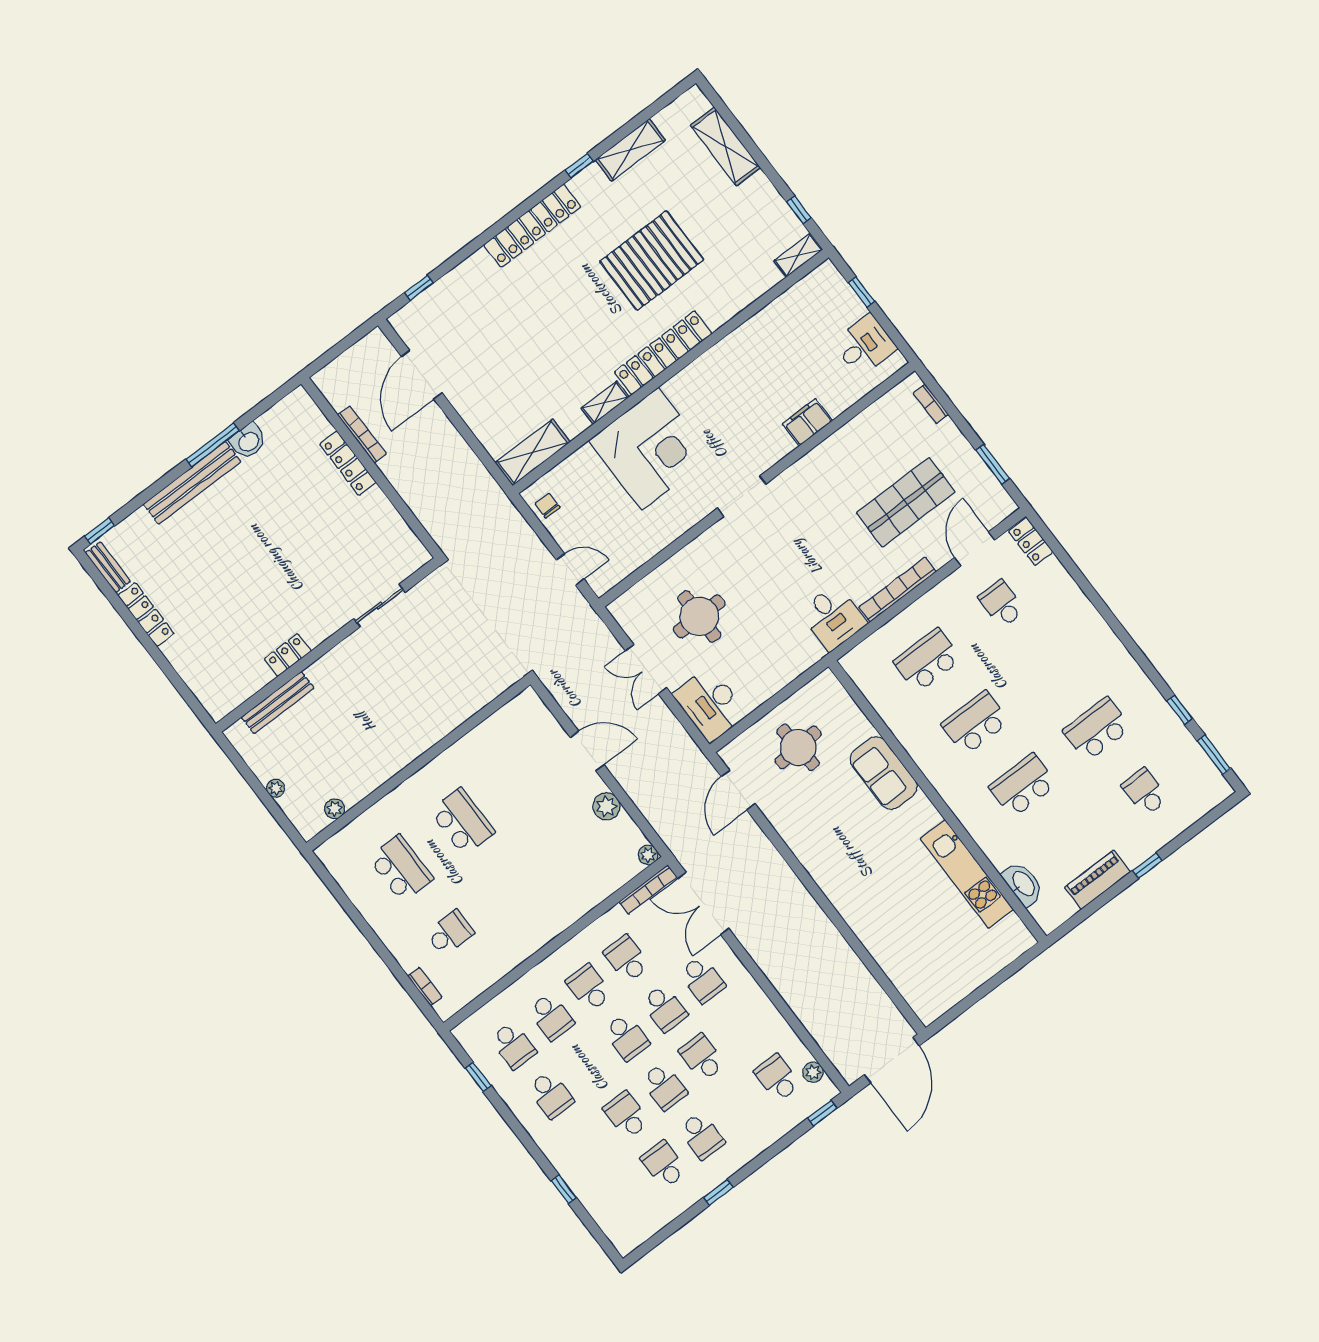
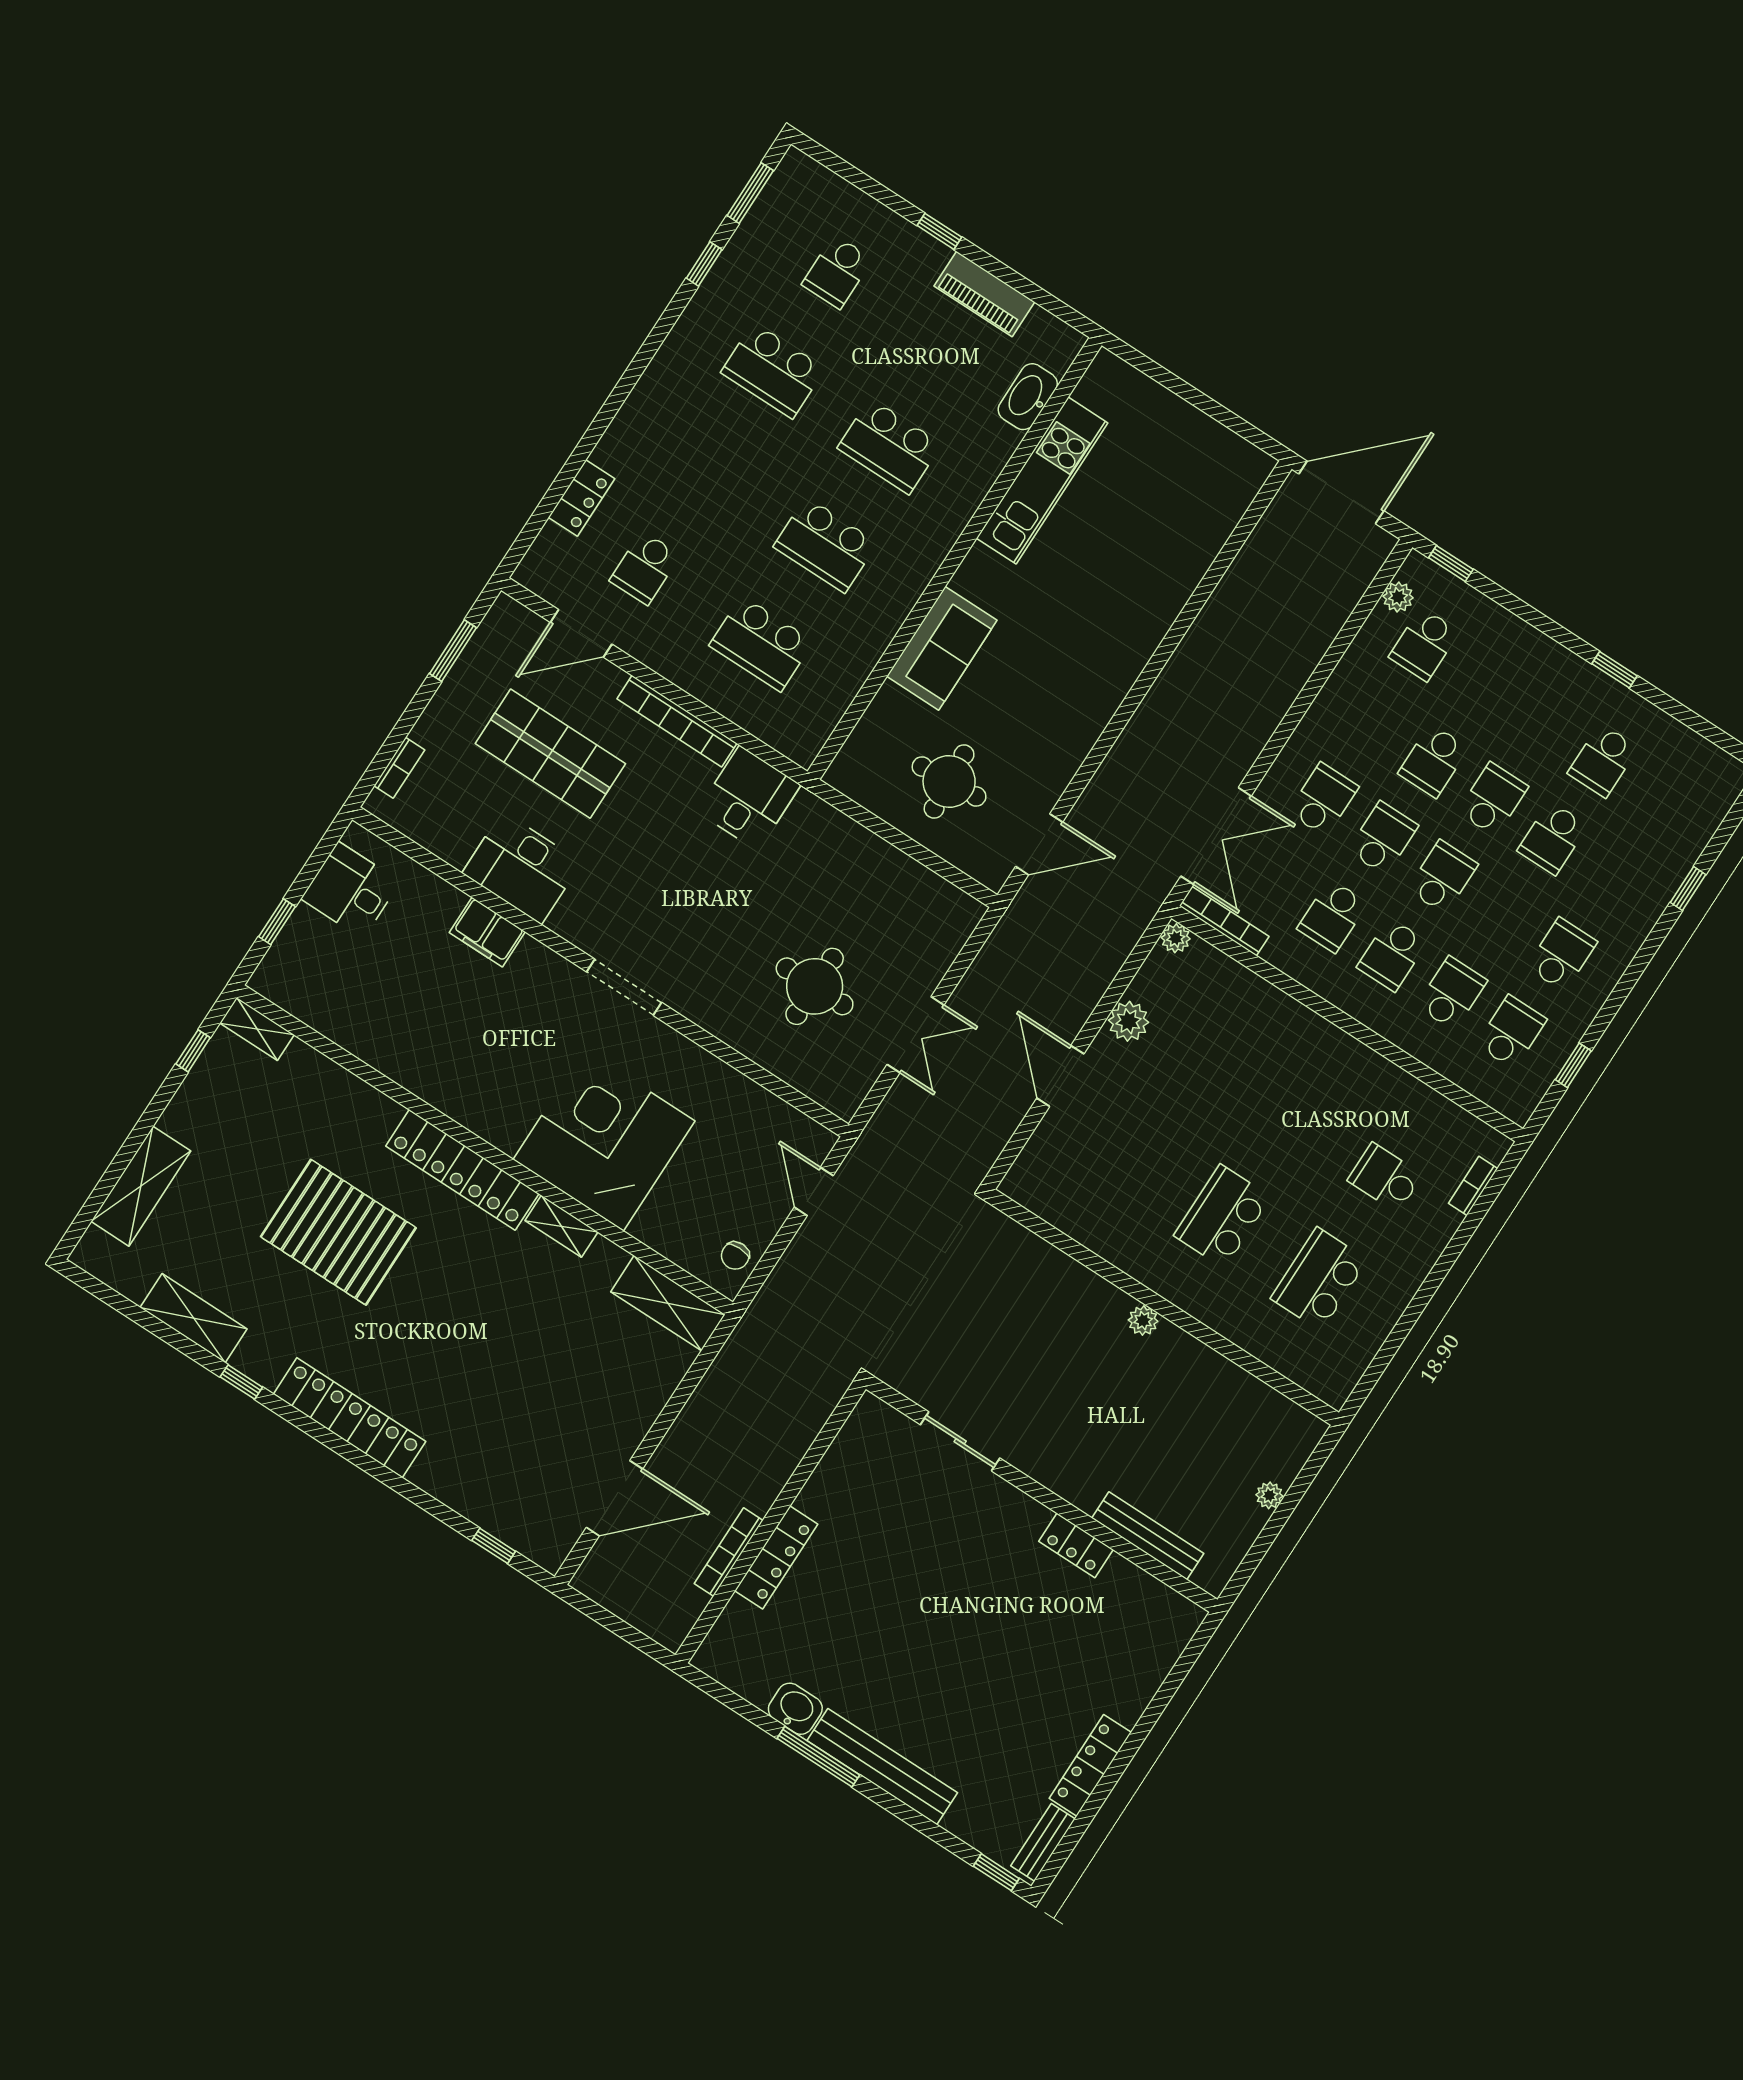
locker: (1031, 541) -> (581, 498), moved
desk: (710, 704) -> (522, 868), moved, turned 90
plant: (335, 809) -> (1143, 1321), moved
school desk: (702, 1136) -> (1543, 722), removed

